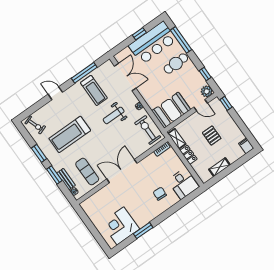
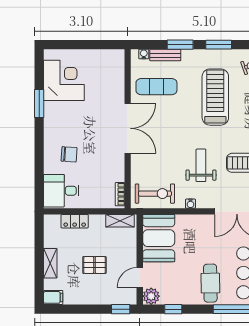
locker: (188, 155) -> (75, 221), moved
shelving: (220, 167) -> (50, 263), moved

